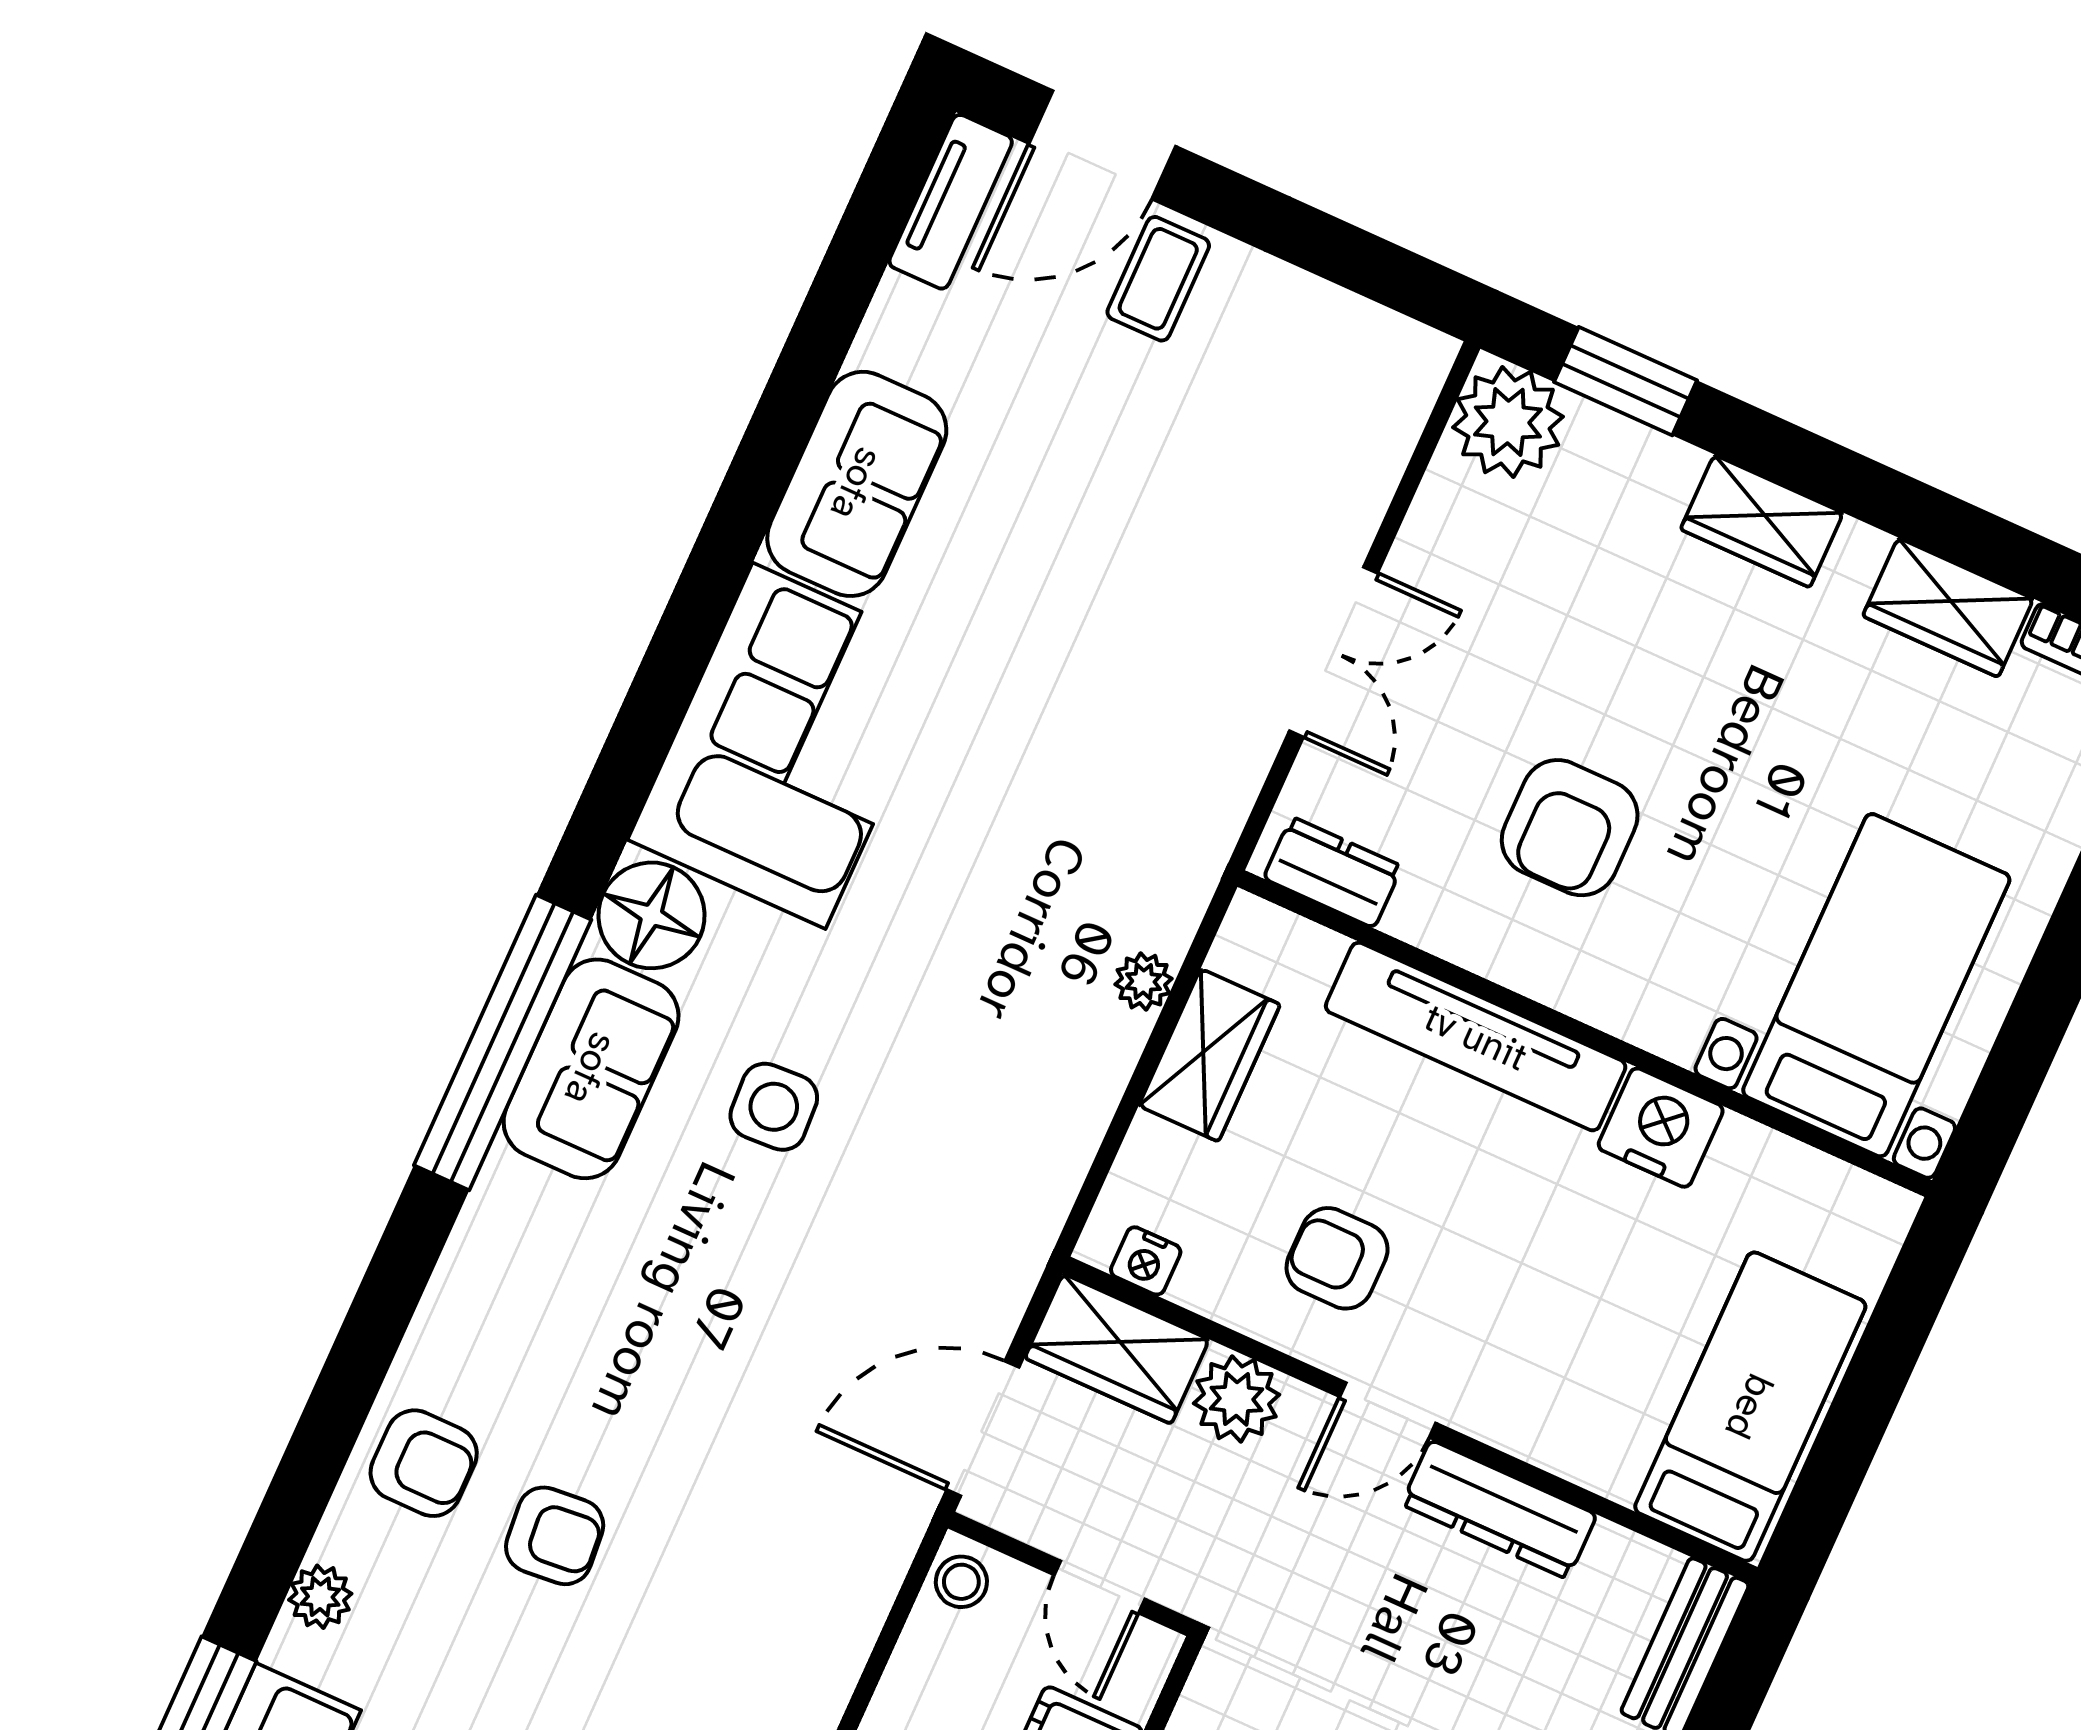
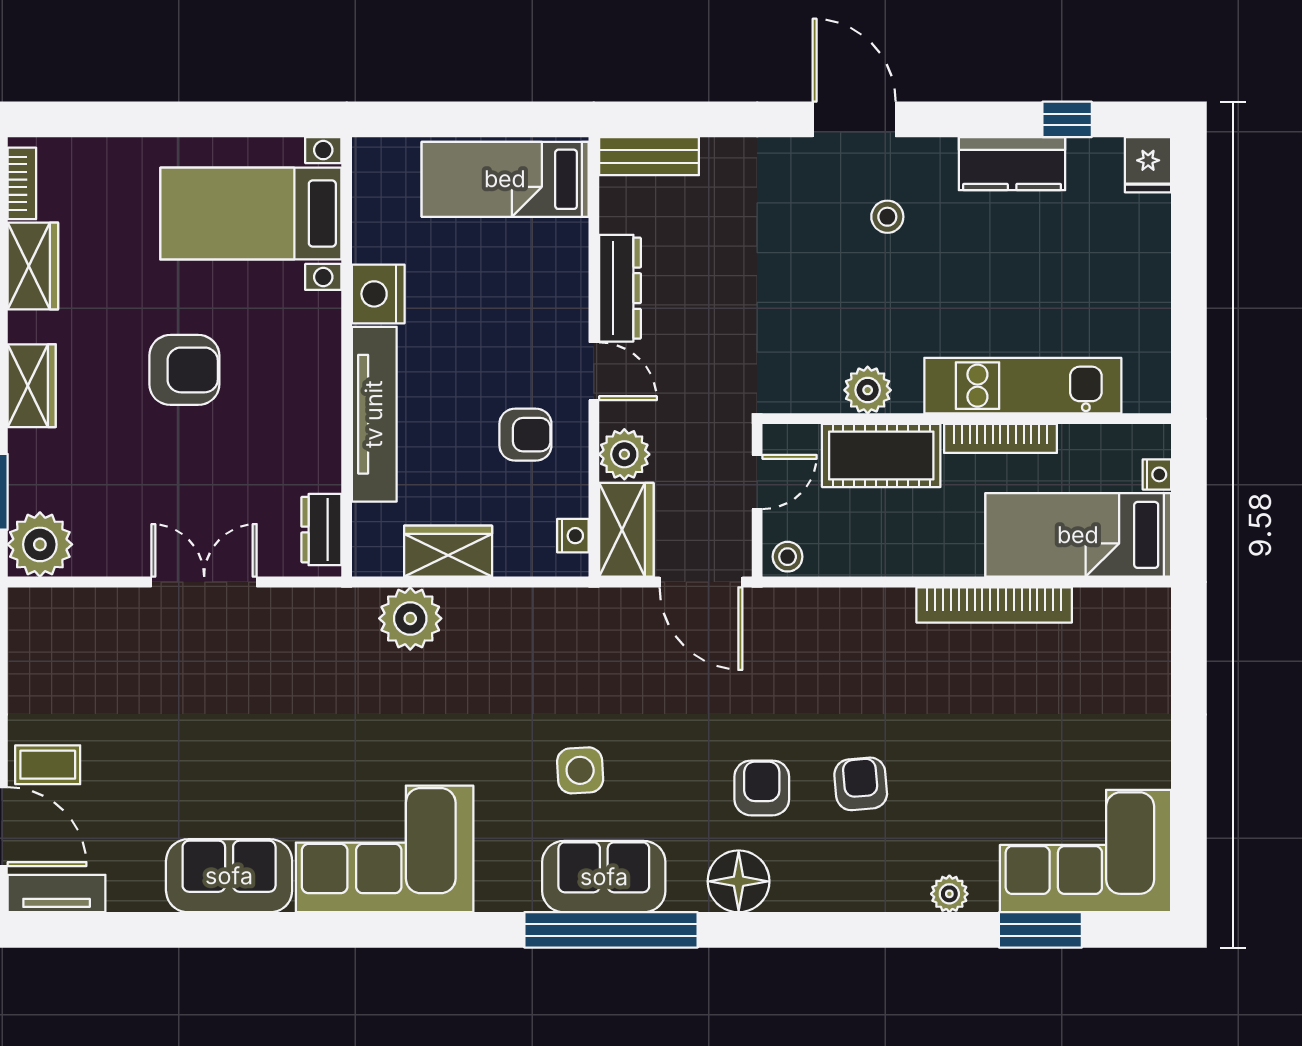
armchair: (1570, 828) -> (184, 370), moved
floor lamp: (651, 915) -> (739, 881), moved
plant: (1143, 982) -> (410, 618), width x1.87, depth x1.87
armchair: (1337, 1258) -> (525, 435), turned -90
armchair: (424, 1463) -> (762, 788), moved

